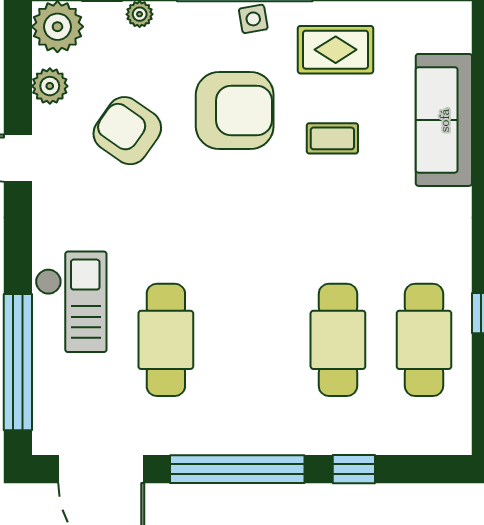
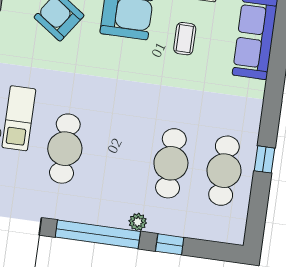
coffee table: (332, 138) -> (185, 39), turned 90
plant: (298, 441) -> (138, 222), added

